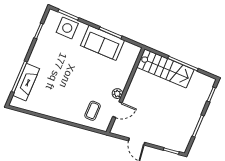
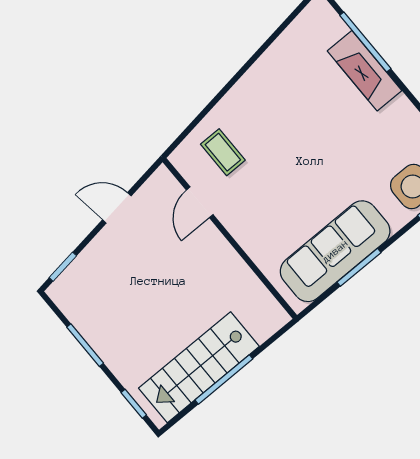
sofa: (103, 43) -> (335, 251), width x1.36
stairs: (165, 68) -> (199, 367), moved
fireplace: (26, 82) -> (365, 71), moved
plant: (117, 94) -> (232, 219), removed

